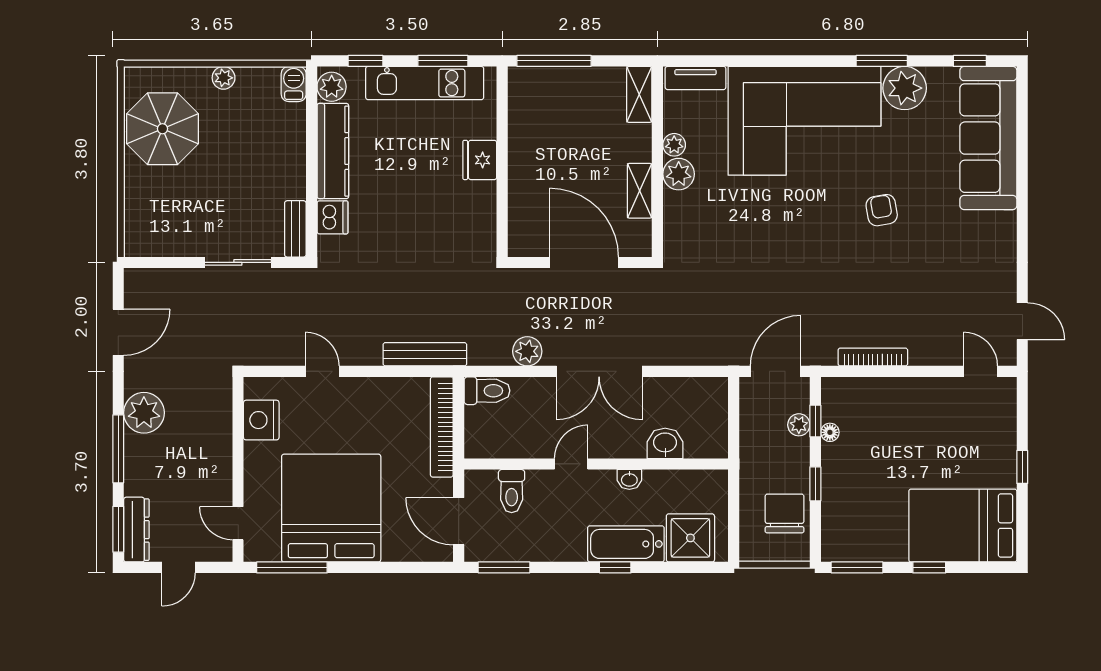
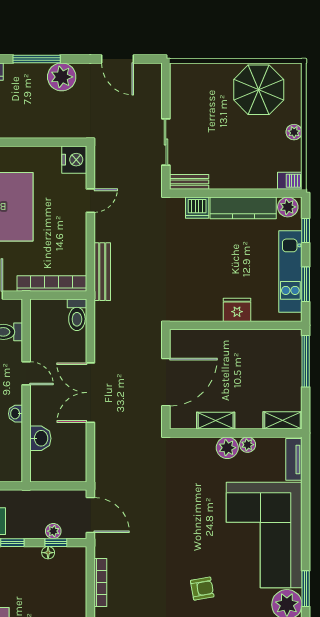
plant: (527, 351) -> (104, 343), removed
nightstand: (261, 420) -> (74, 160), moved, turned 90

